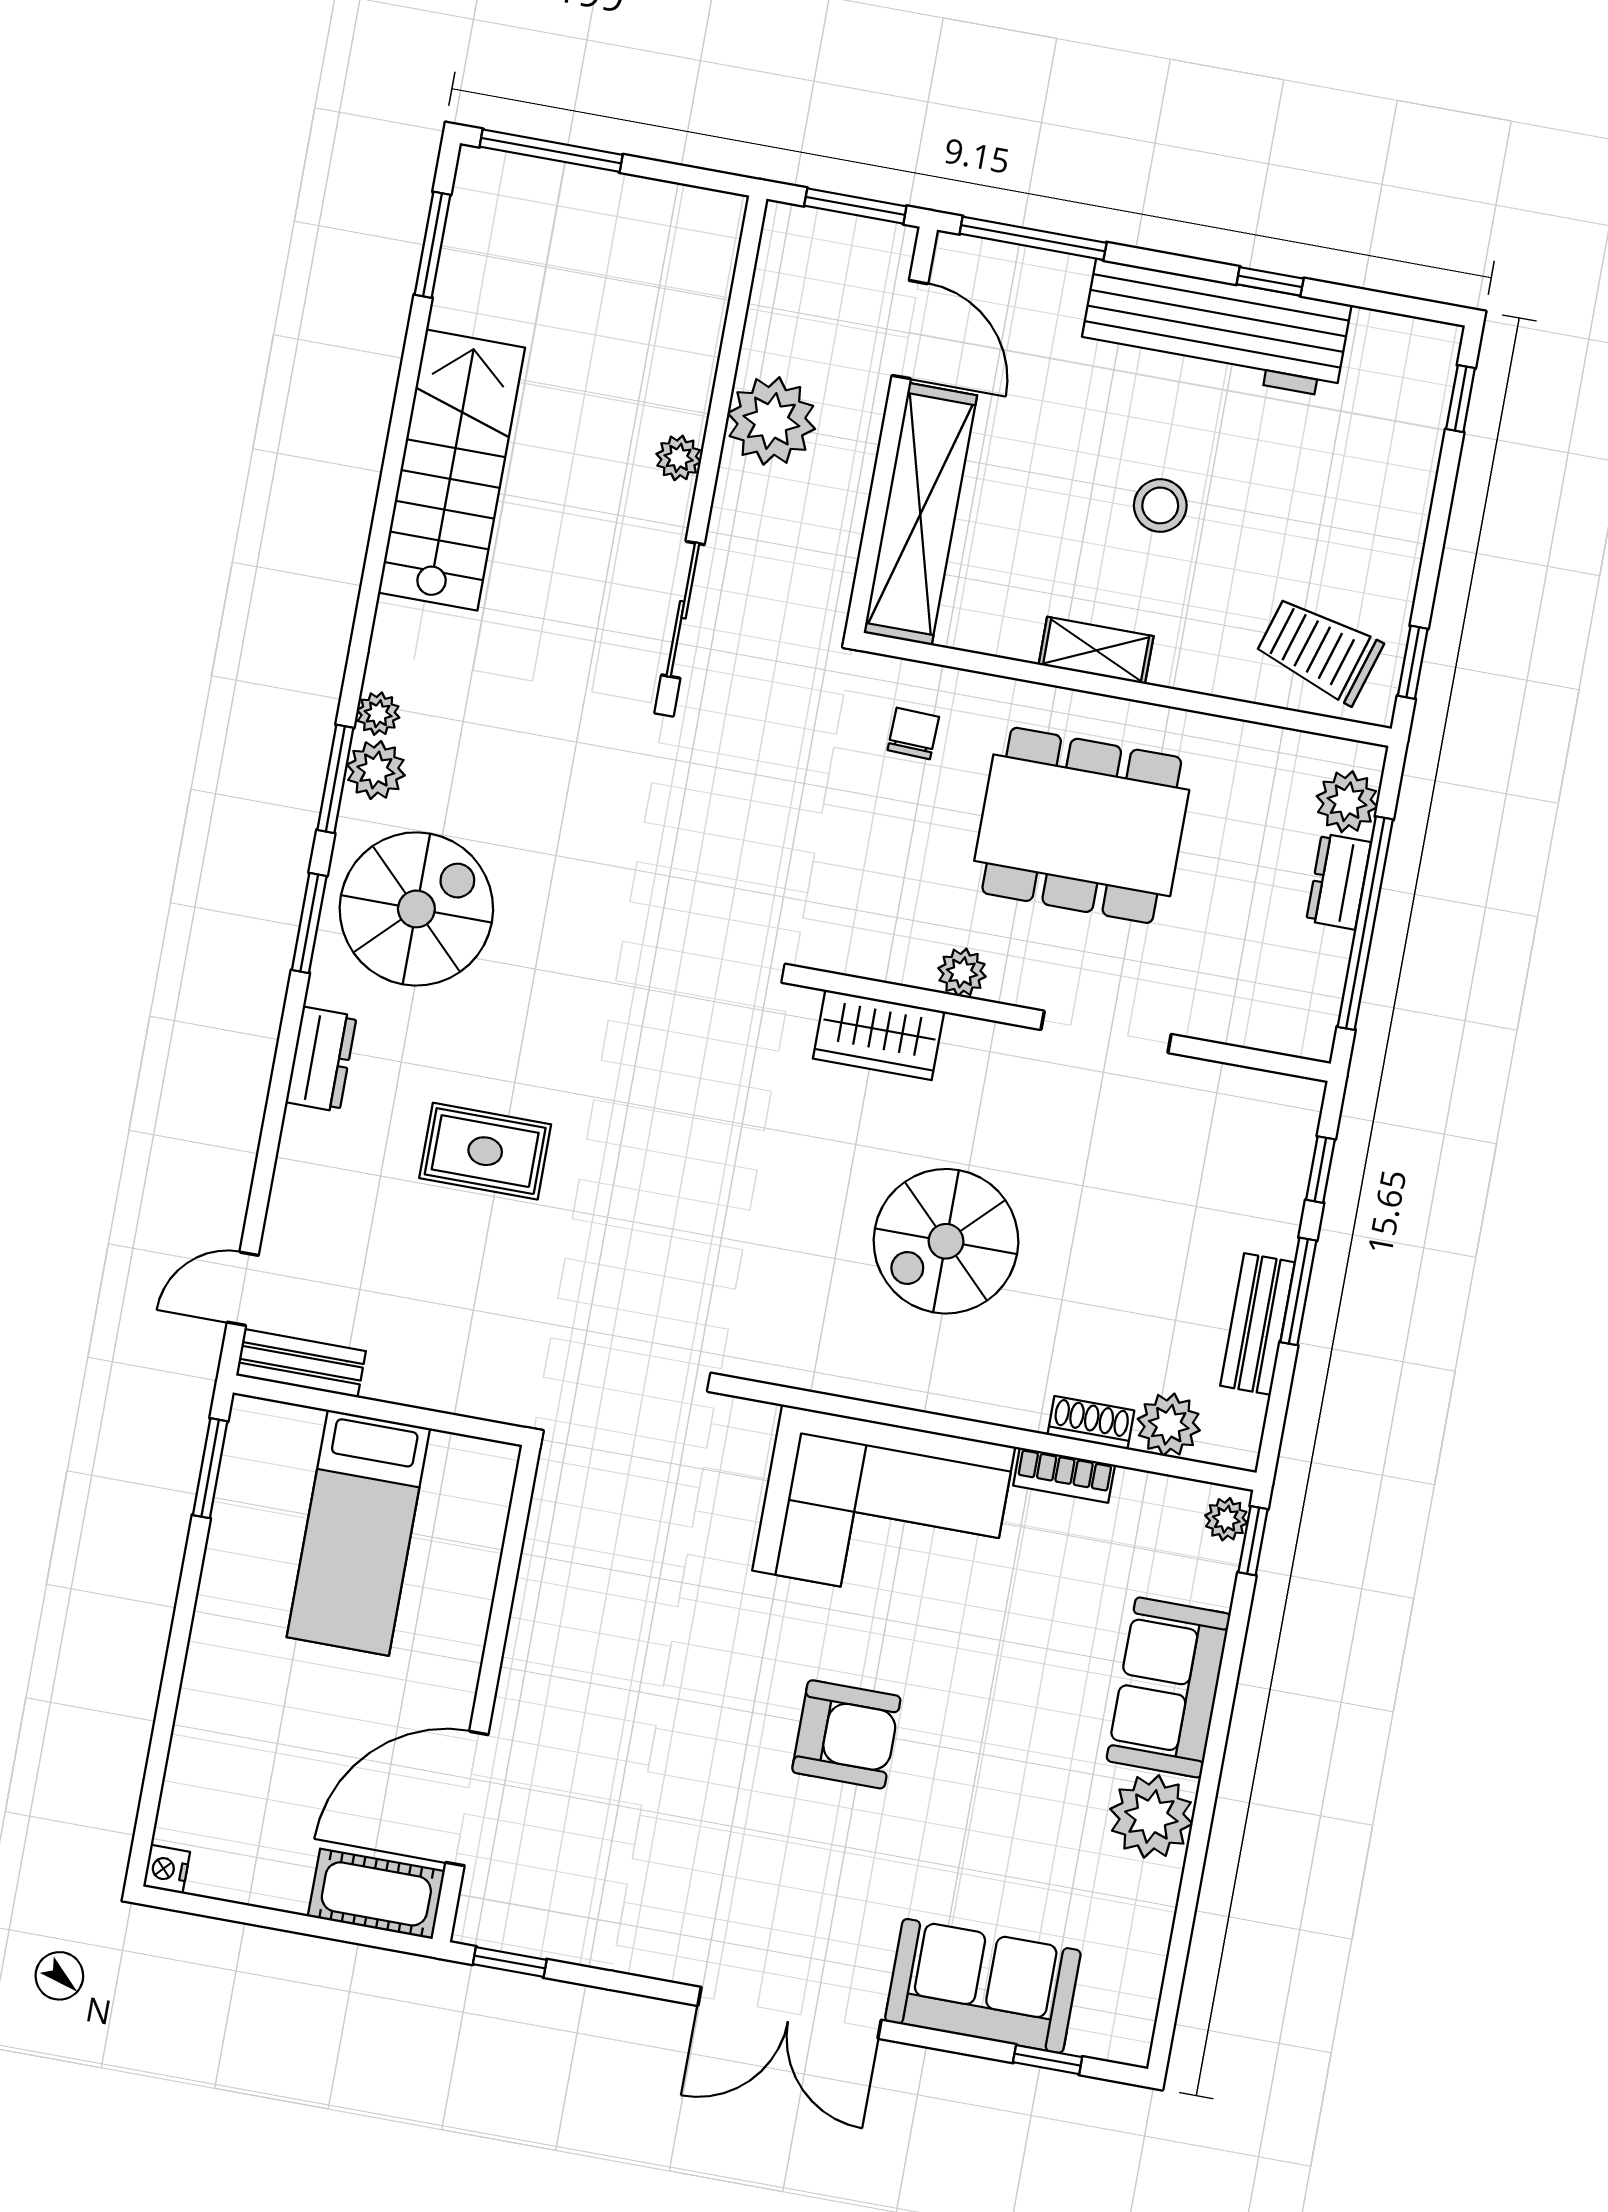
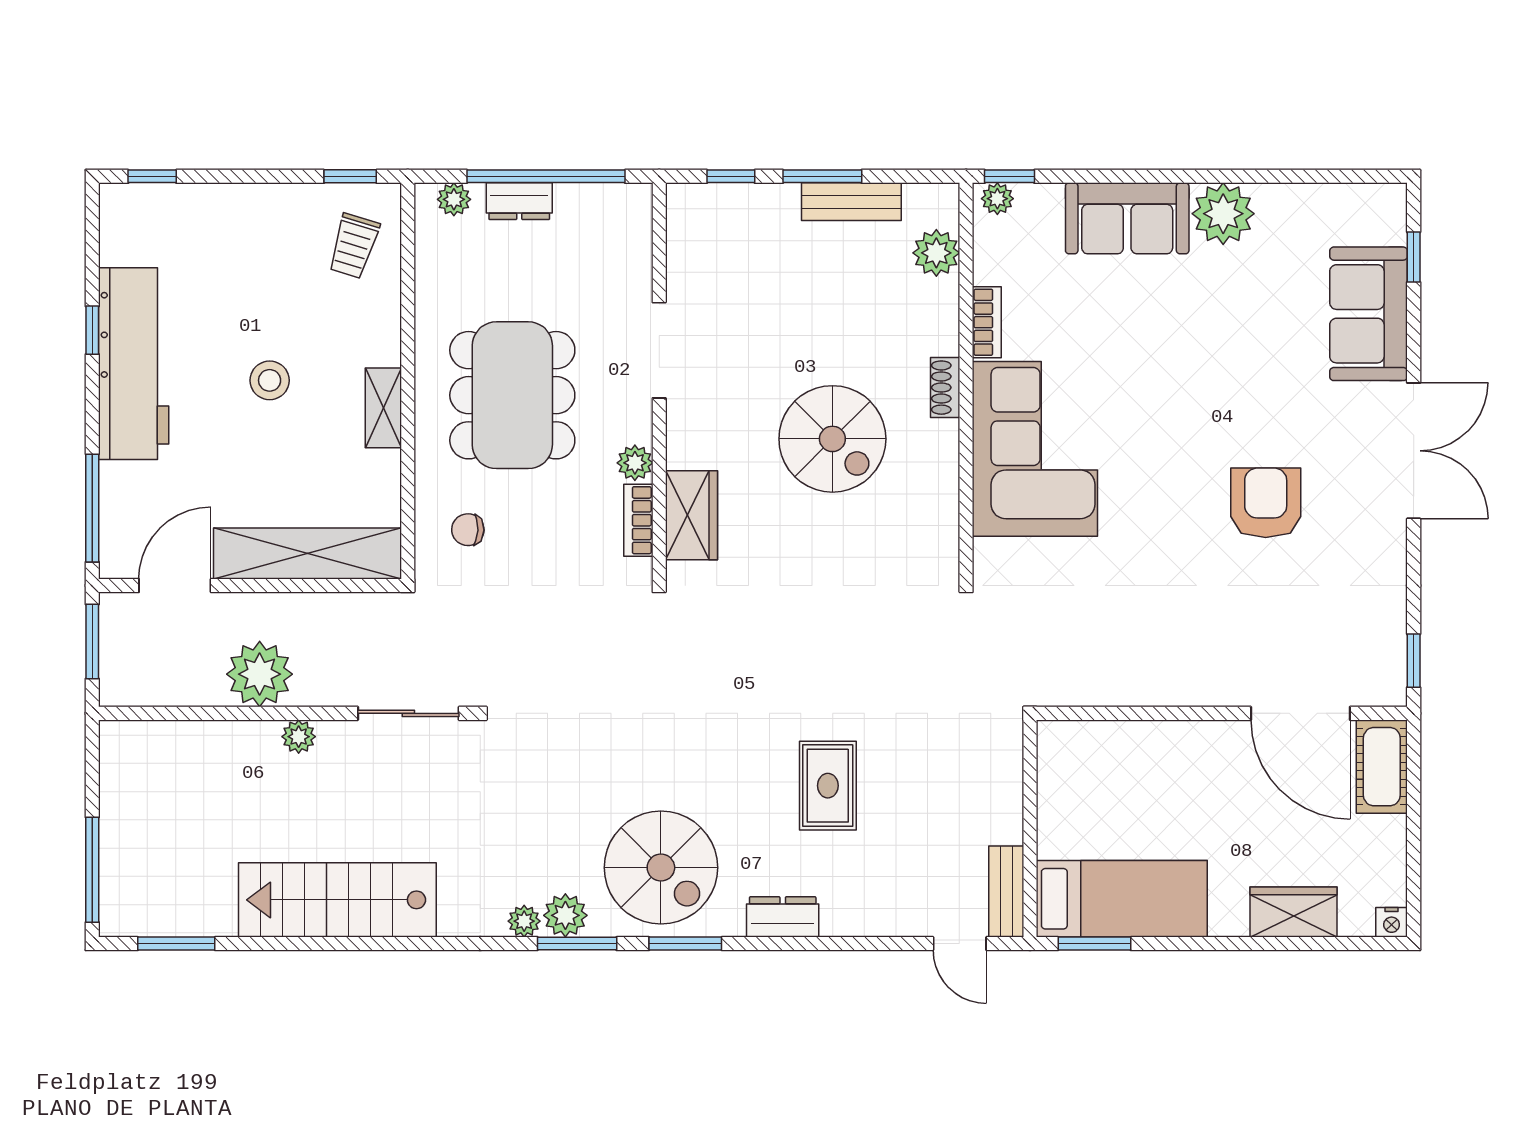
trolley: (1319, 650) -> (354, 246), width x0.73, depth x0.72
plant: (1347, 802) -> (454, 199), width x0.73, depth x0.73
spiral stairs: (416, 909) -> (661, 868), turned 180
bookcase: (885, 963) -> (638, 520), added
shoe rack: (1091, 1423) -> (945, 388), moved
bed: (358, 1533) -> (1122, 899), moved
armchair: (846, 1734) -> (1266, 503), moved
wardrobe: (204, 1741) -> (1293, 912), added

